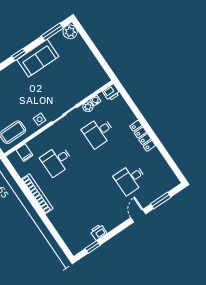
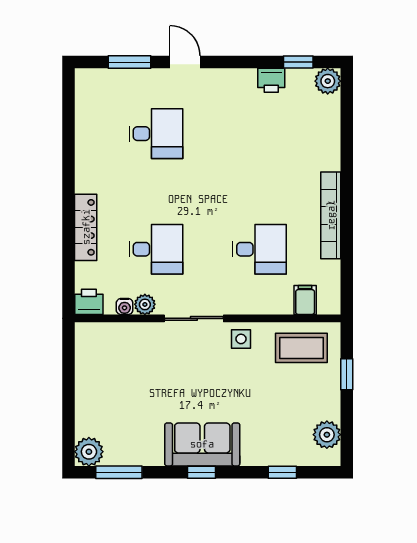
sofa: (38, 58) -> (202, 444), moved
locker: (143, 136) -> (86, 227), moved
door: (138, 216) -> (185, 62), swing flipped
plant: (75, 247) -> (328, 81), added

